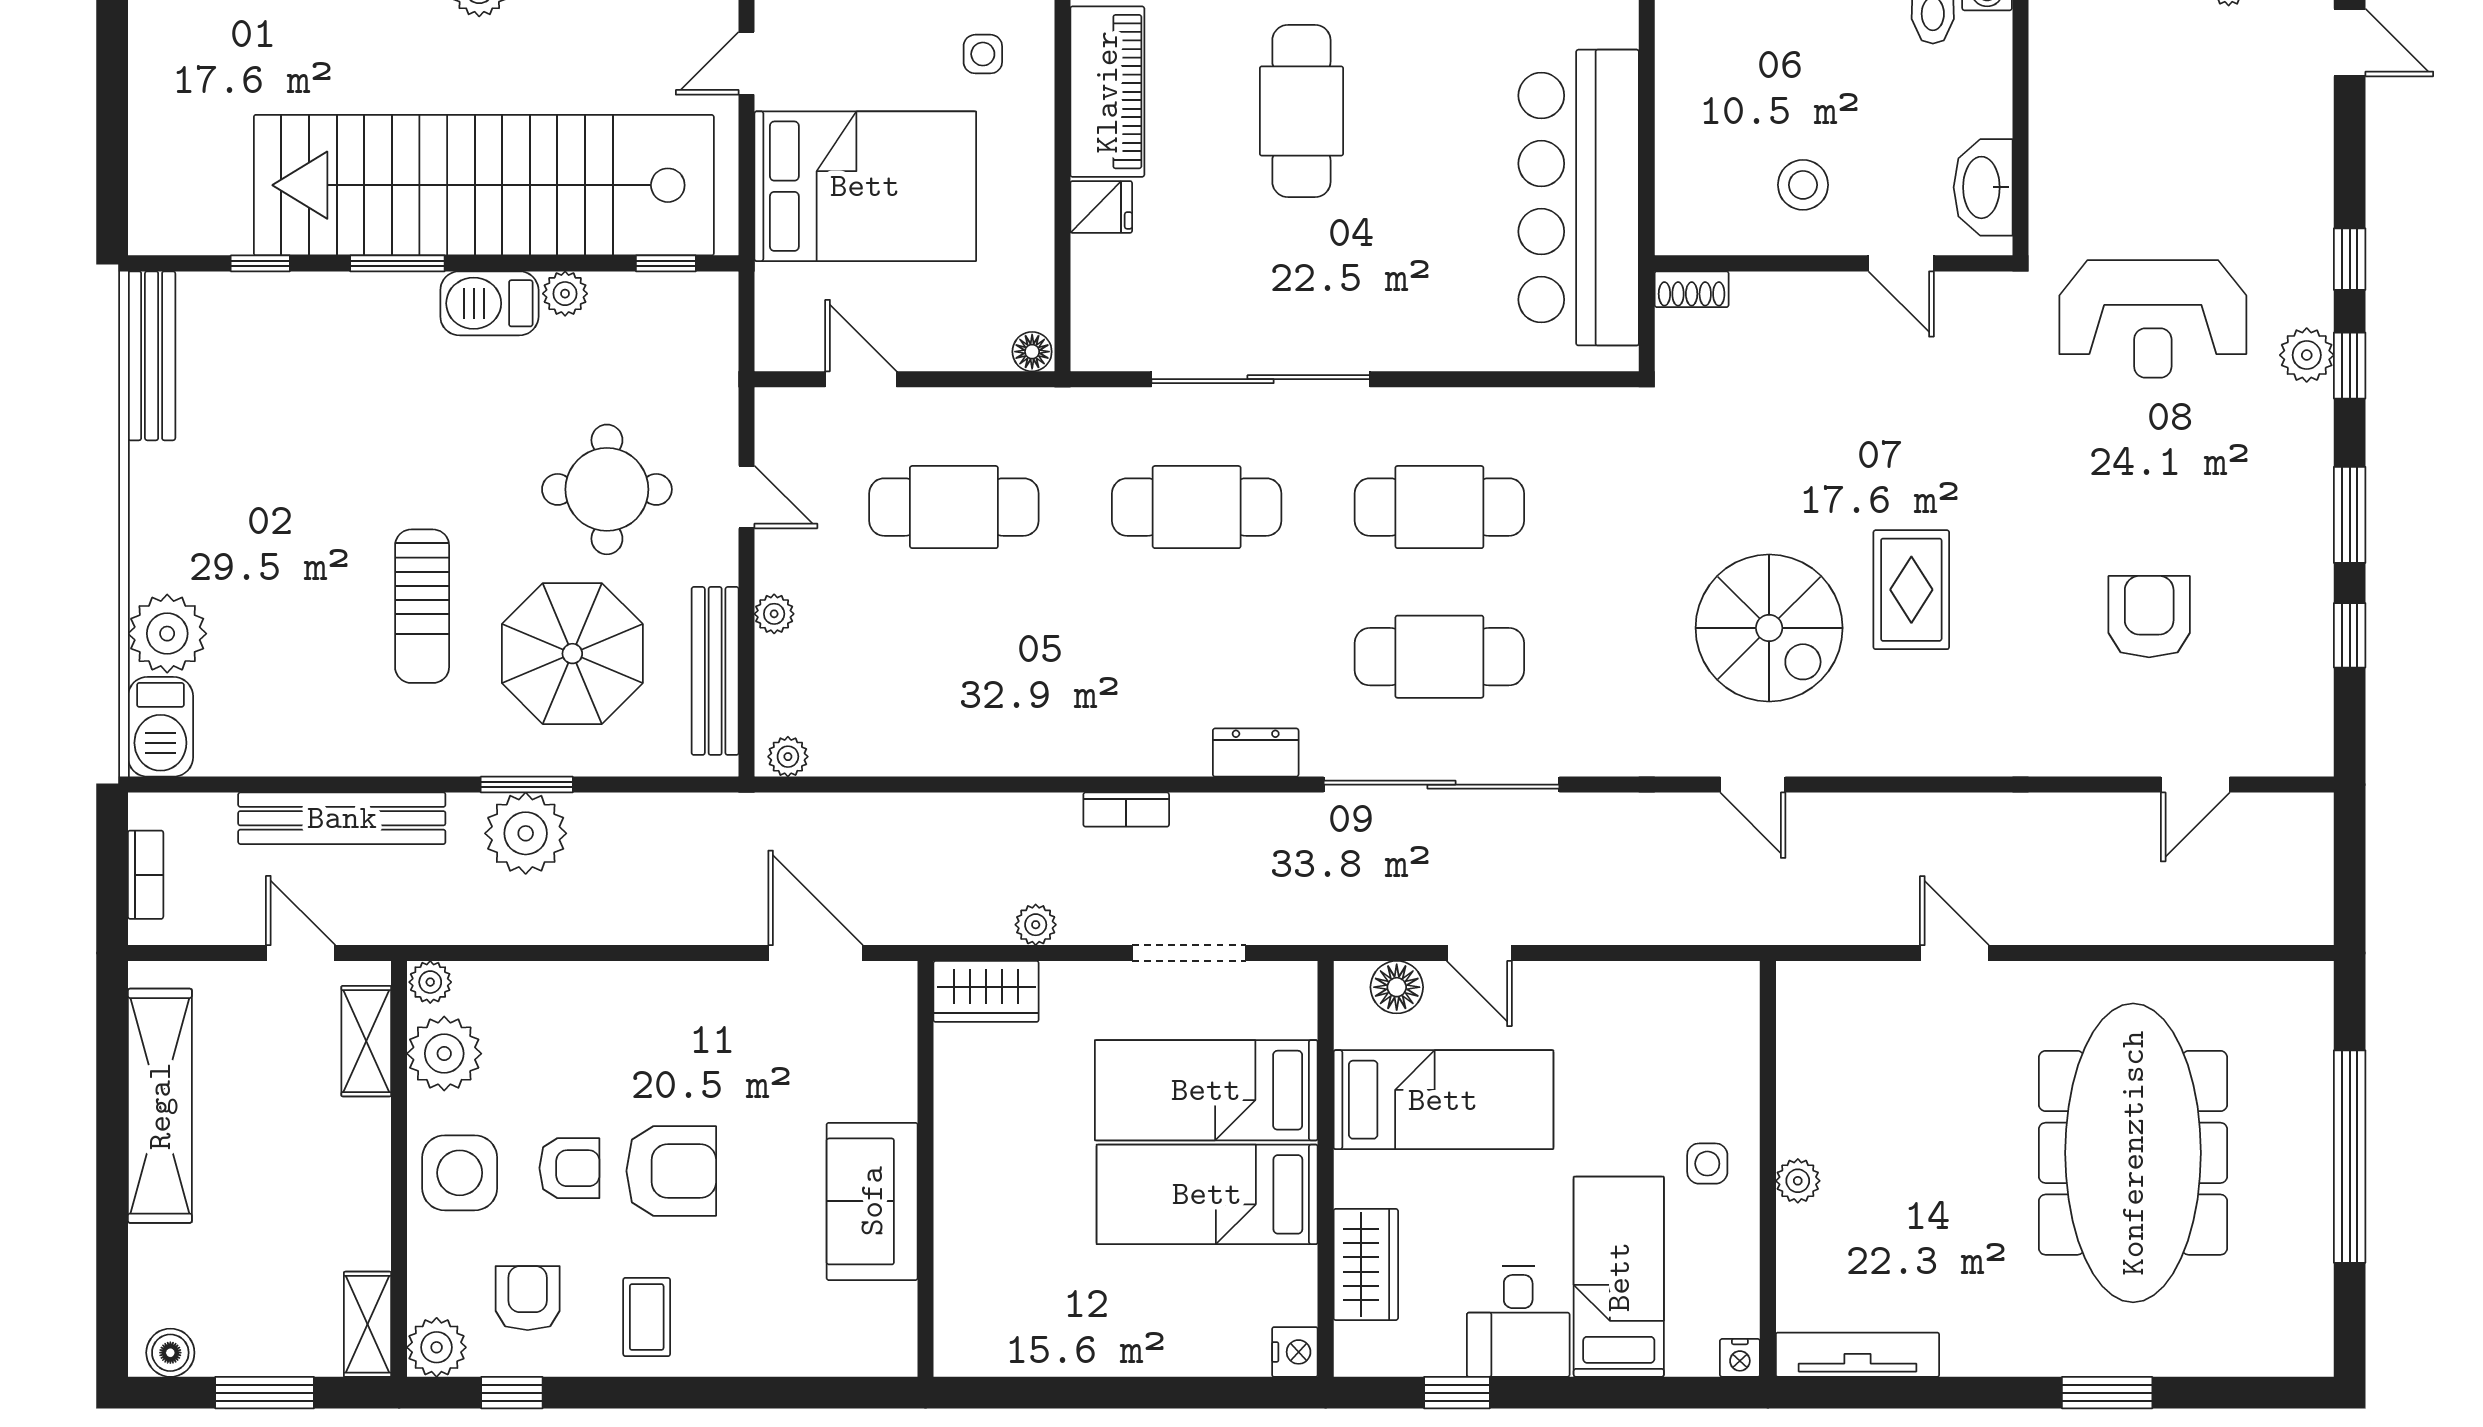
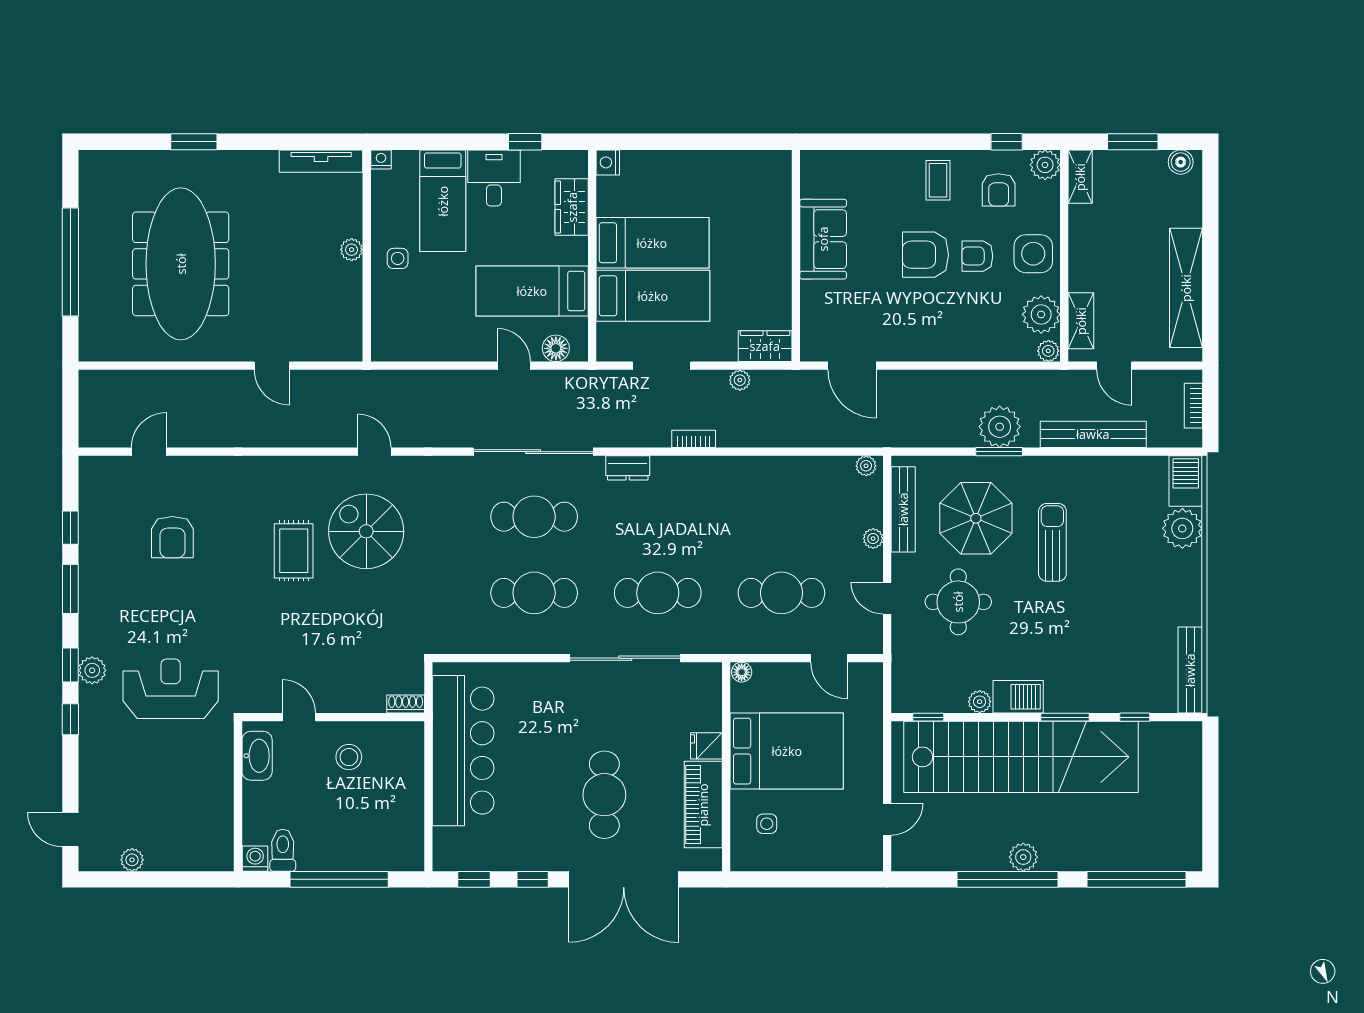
bed: (865, 186) -> (787, 751), moved, turned 180

